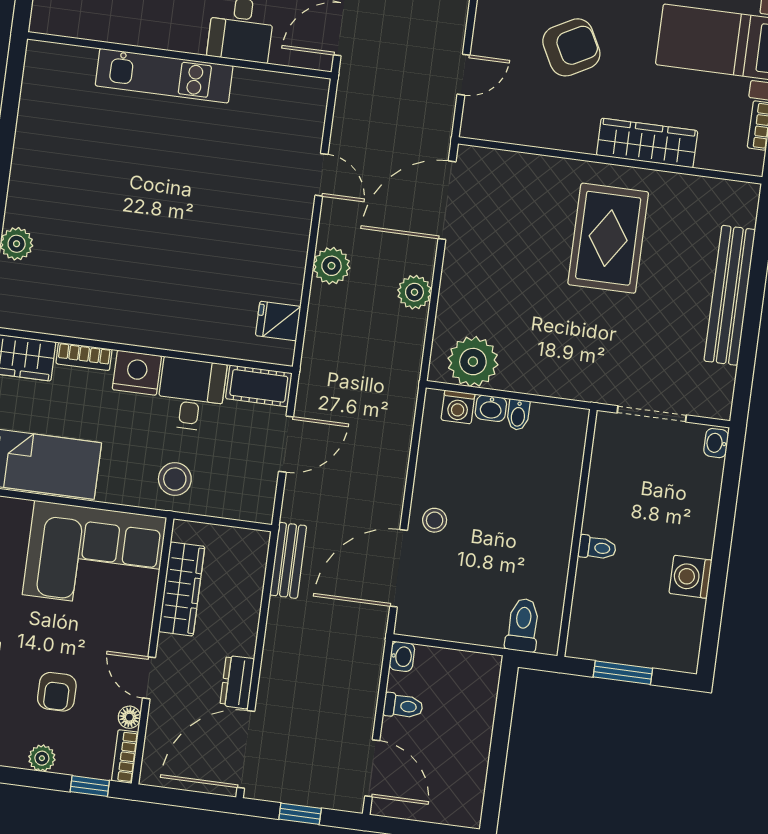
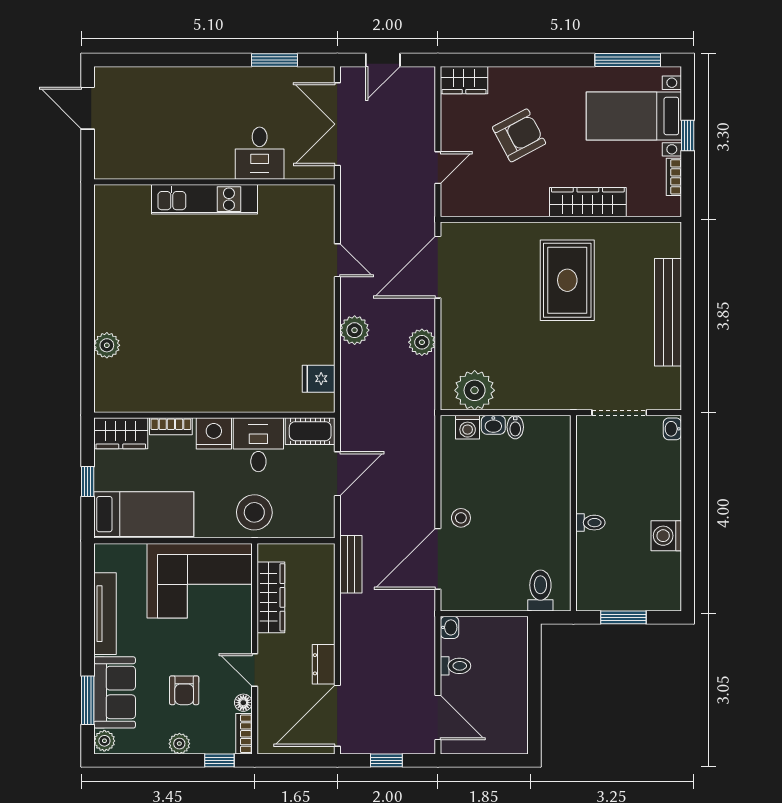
stool: (175, 479) -> (254, 512), width x1.38, depth x1.38

